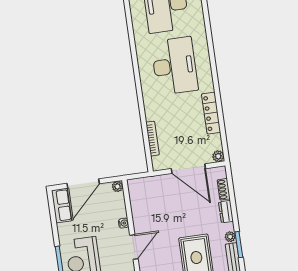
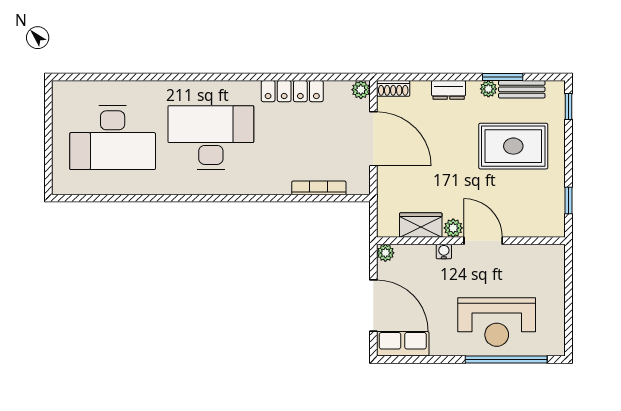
door: (188, 169) -> (373, 139), hinge flipped
shoe rack: (224, 189) -> (393, 88), moved
wardrobe: (138, 206) -> (421, 225), added
plant: (139, 227) -> (453, 228), added

